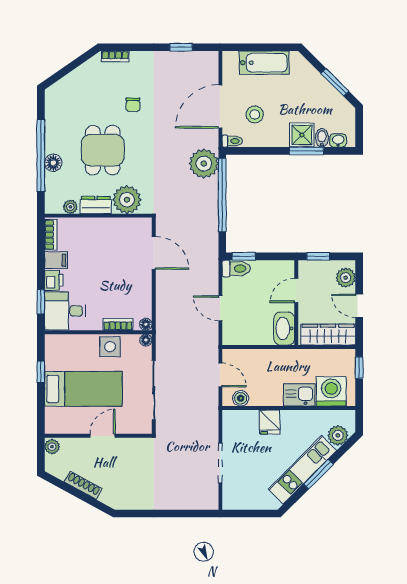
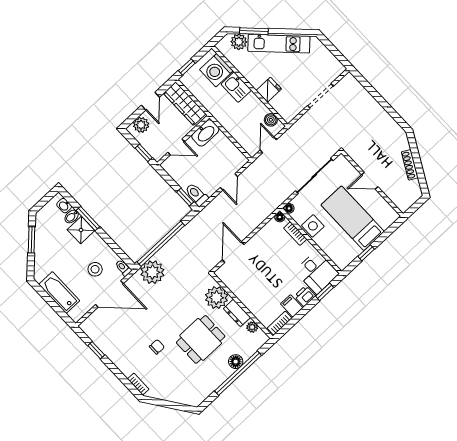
plant: (52, 447) -> (404, 205), removed
window: (319, 474) -> (254, 31), moved

